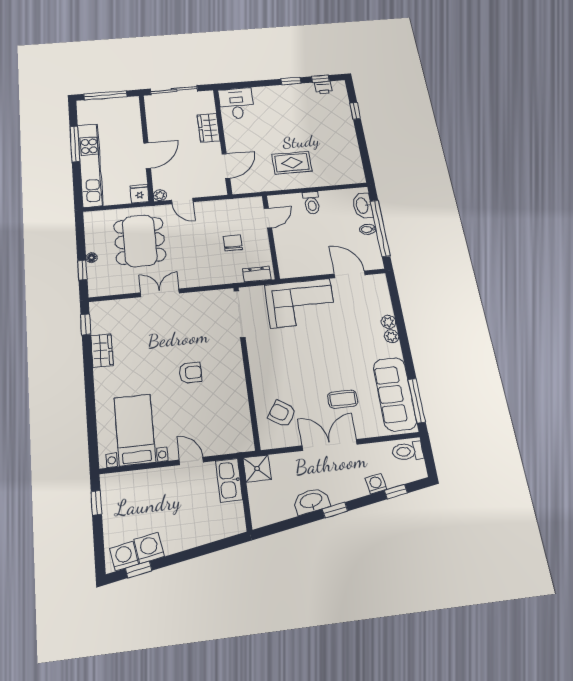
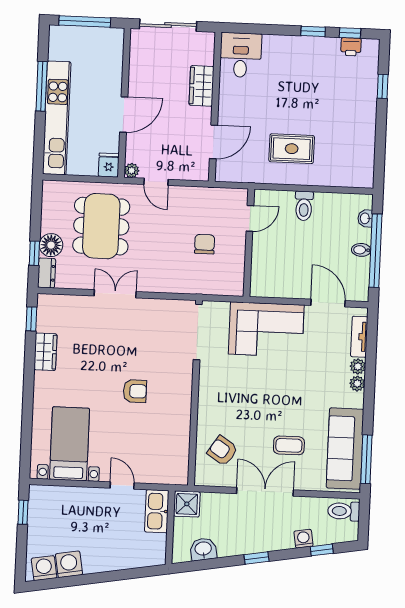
washbasin: (363, 206) -> (365, 218), width x0.52, depth x0.69
floor lamp: (92, 258) -> (51, 245), width x1.89, depth x1.89
dresser: (257, 274) -> (47, 273), moved, turned 90
tv unit: (384, 297) -> (359, 337), added
washbasin: (311, 501) -> (203, 549), moved, width x0.72
window: (139, 569) -> (56, 583), removed

